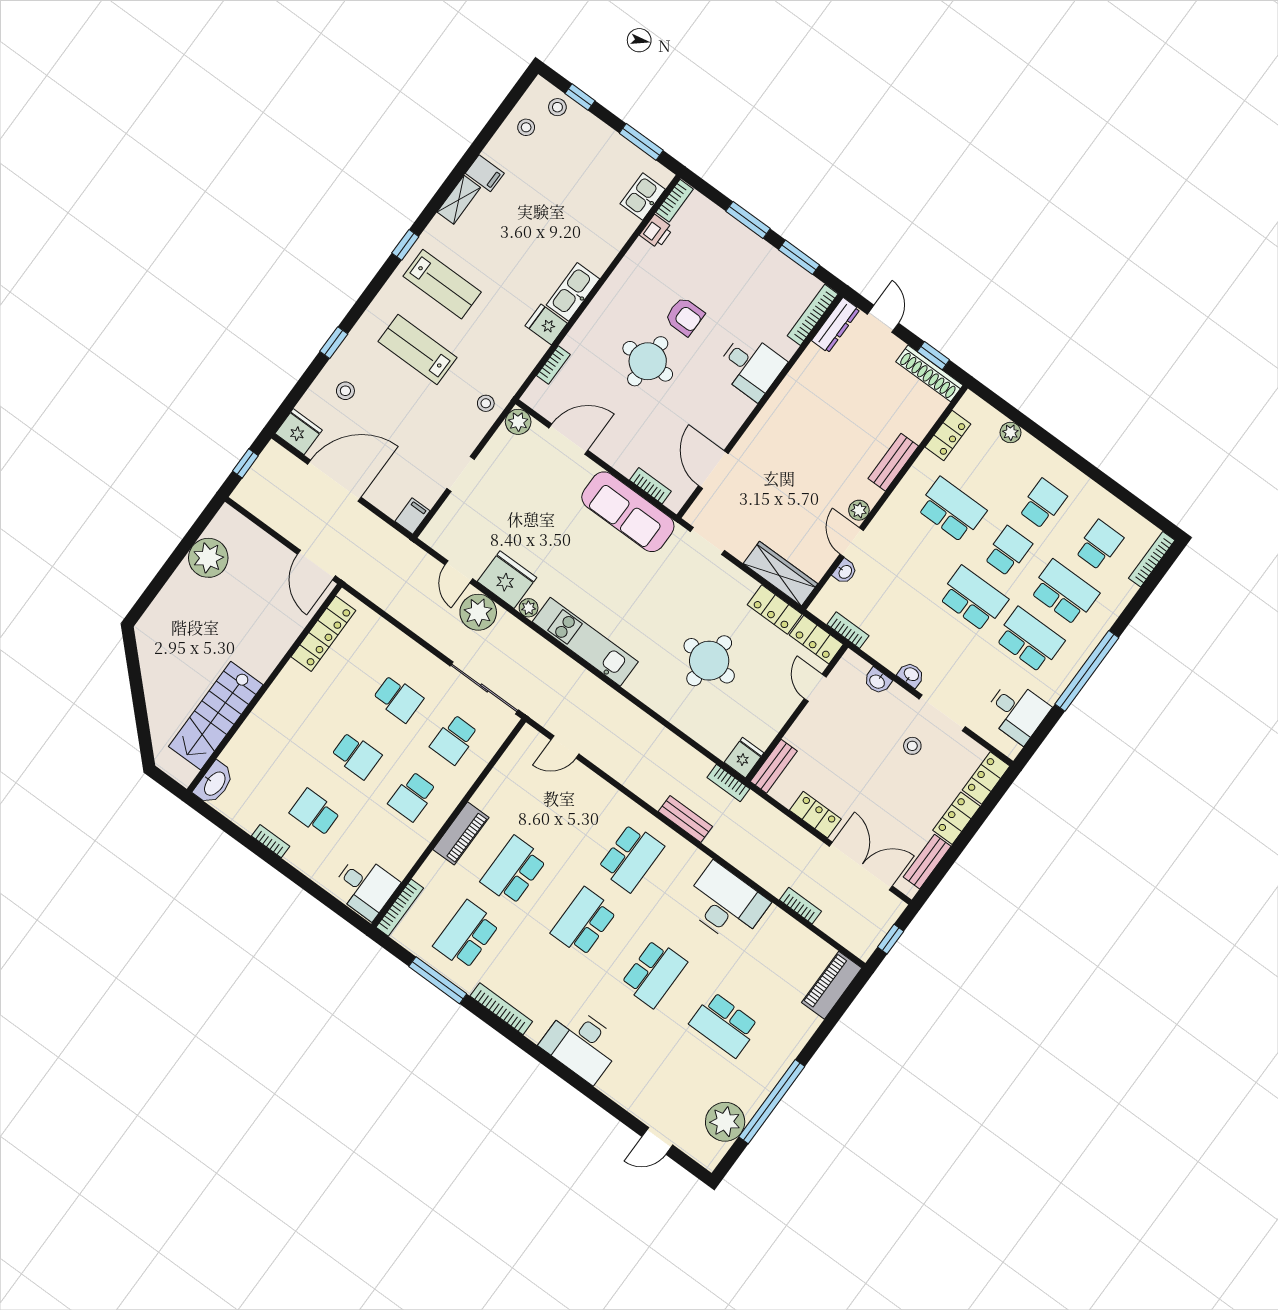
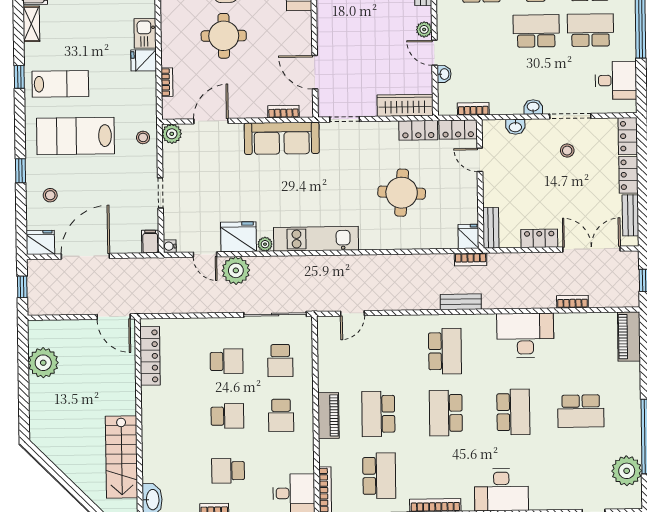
kitchen sink: (573, 292) -> (145, 33), width x0.73
lab bench: (417, 350) -> (76, 136), width x1.36, depth x1.39
water cooler: (429, 536) -> (170, 246), added
school desk: (466, 935) -> (379, 476), turned 180

